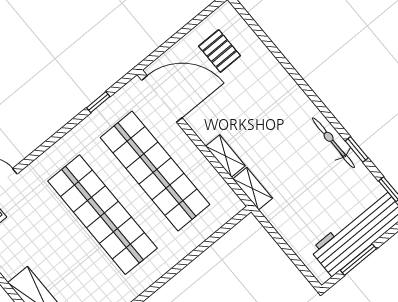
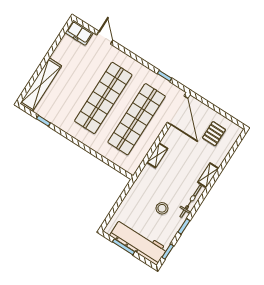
bicycle: (334, 143) -> (191, 201), moved
stool: (315, 176) -> (162, 208), added
shelving: (253, 189) -> (208, 175), moved

